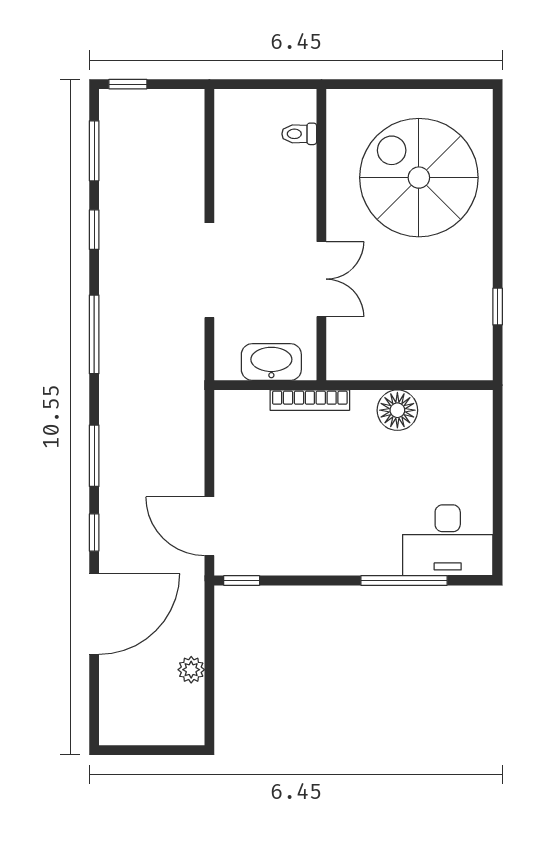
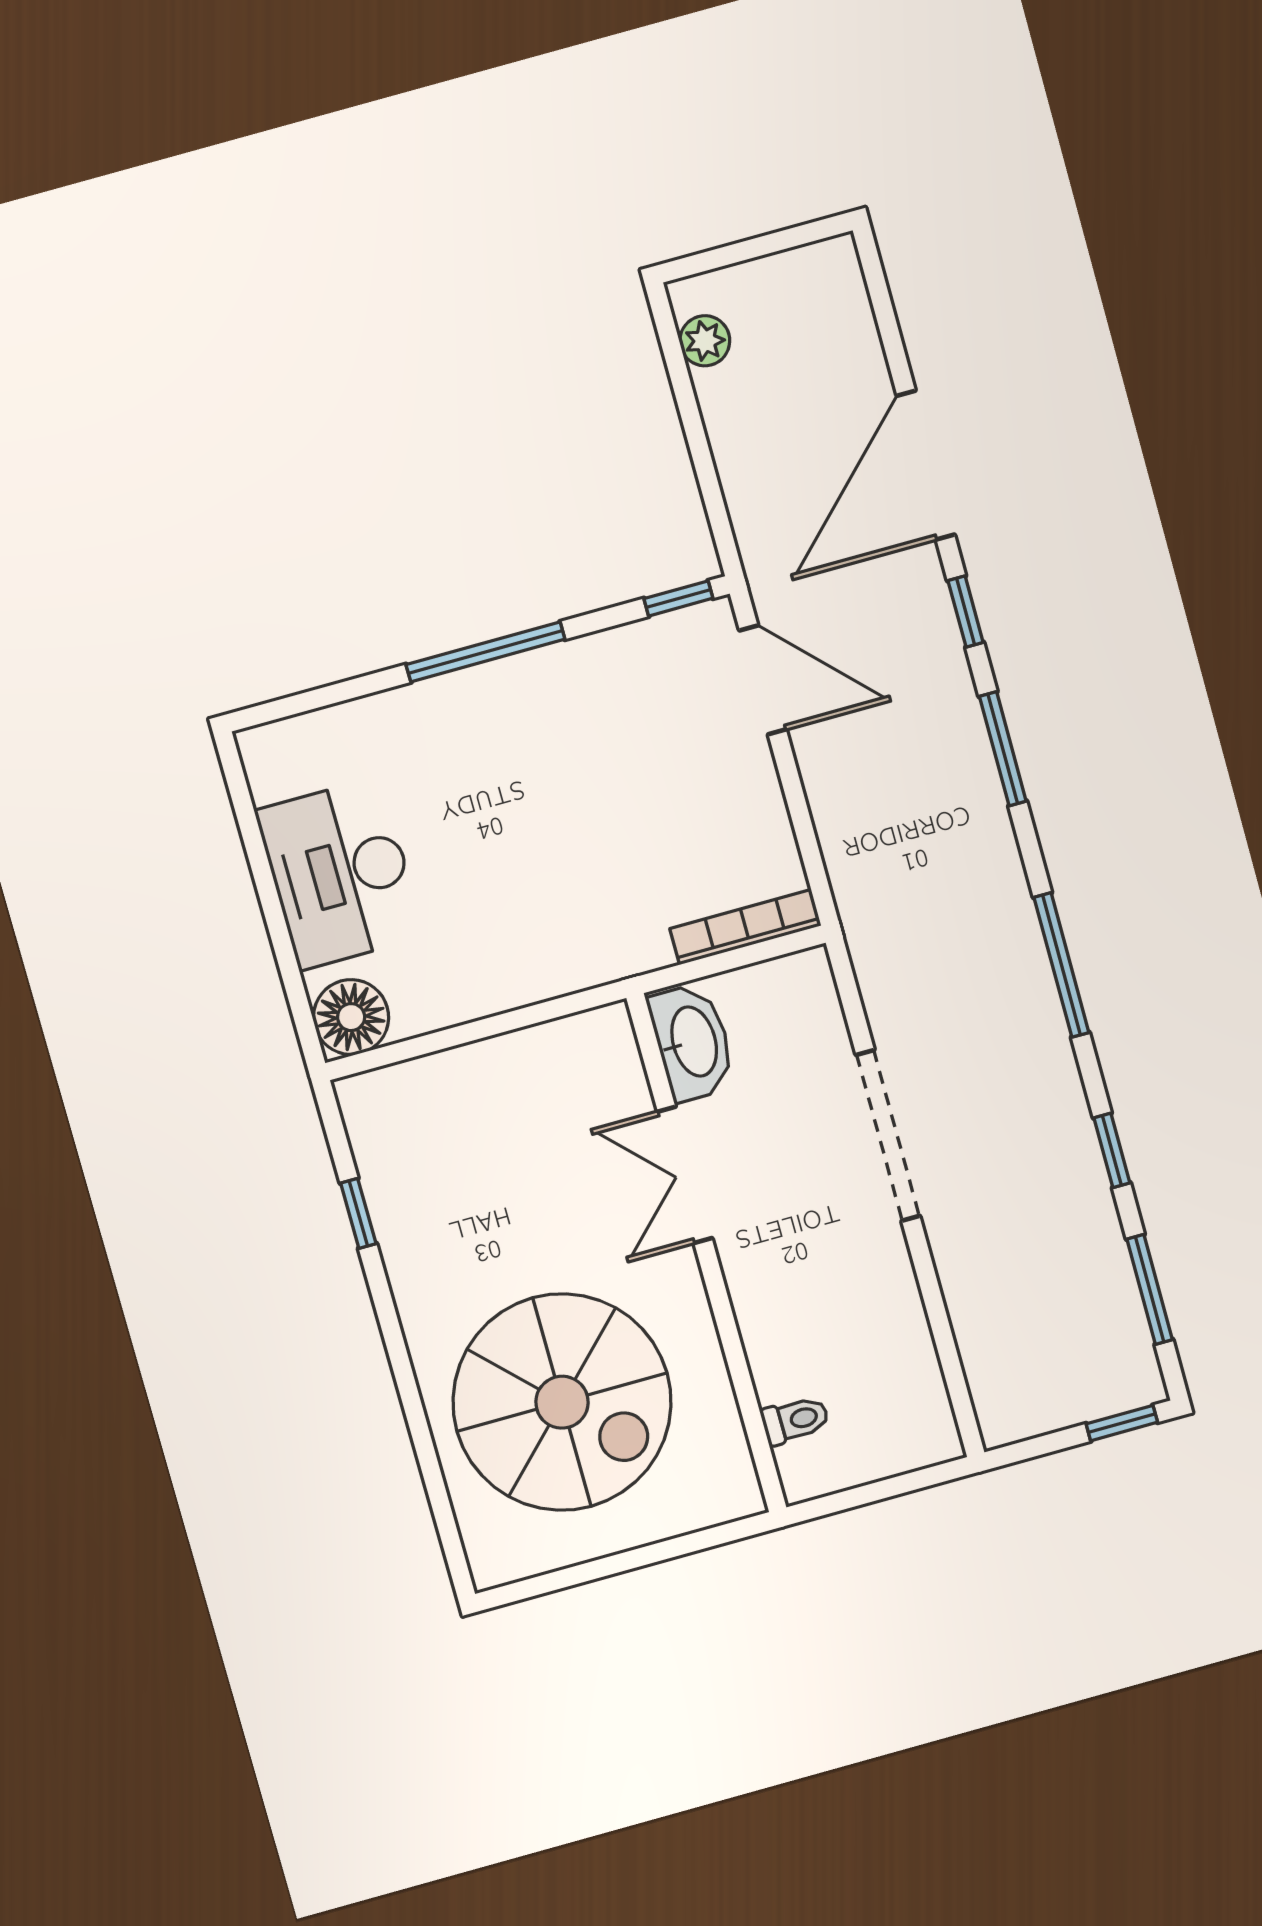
washbasin: (271, 362) -> (692, 1042), moved, turned -90
bookcase: (310, 400) -> (745, 927), moved
floor lamp: (397, 410) -> (351, 1017), moved
desk: (448, 540) -> (340, 874), moved, turned -90
window: (404, 580) -> (485, 652), moved
plant: (191, 670) -> (705, 341), moved

